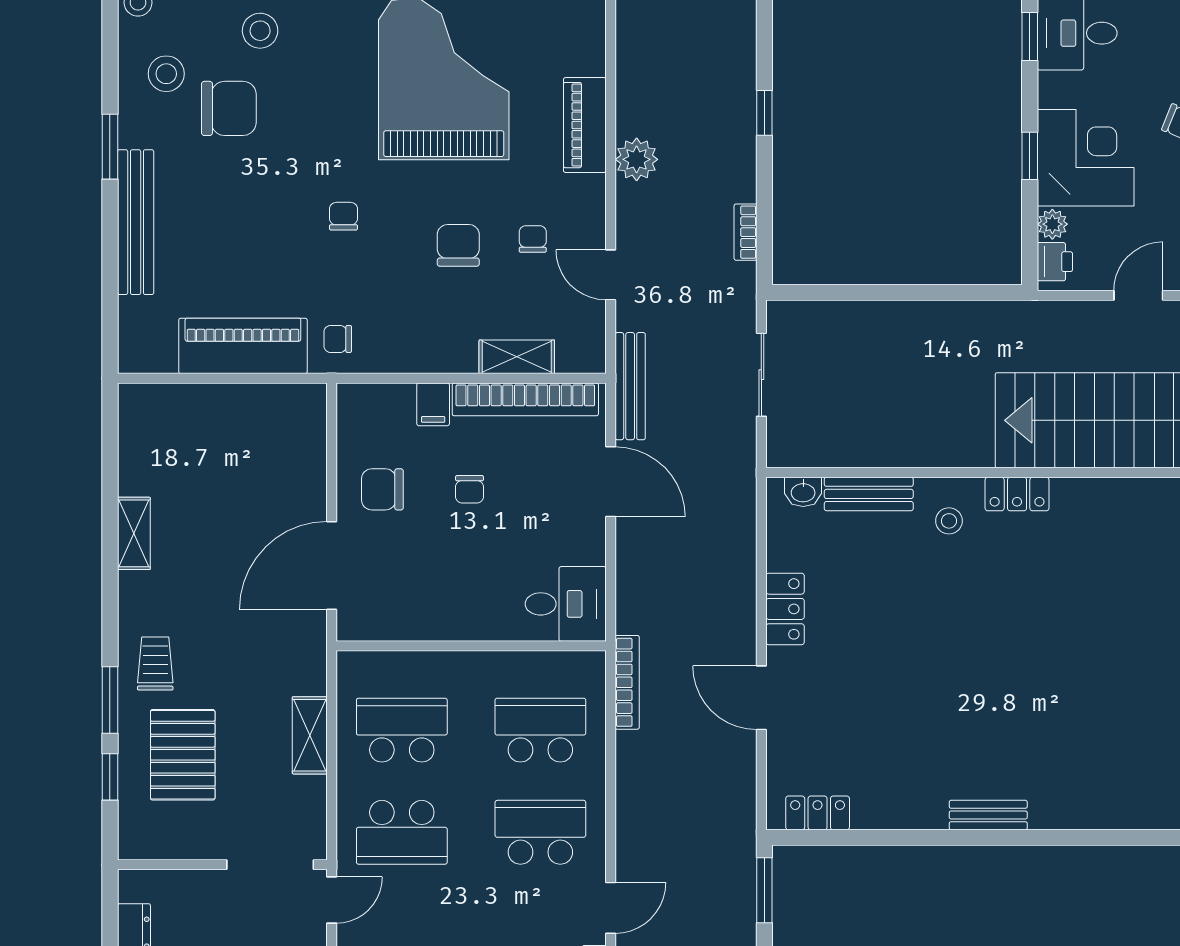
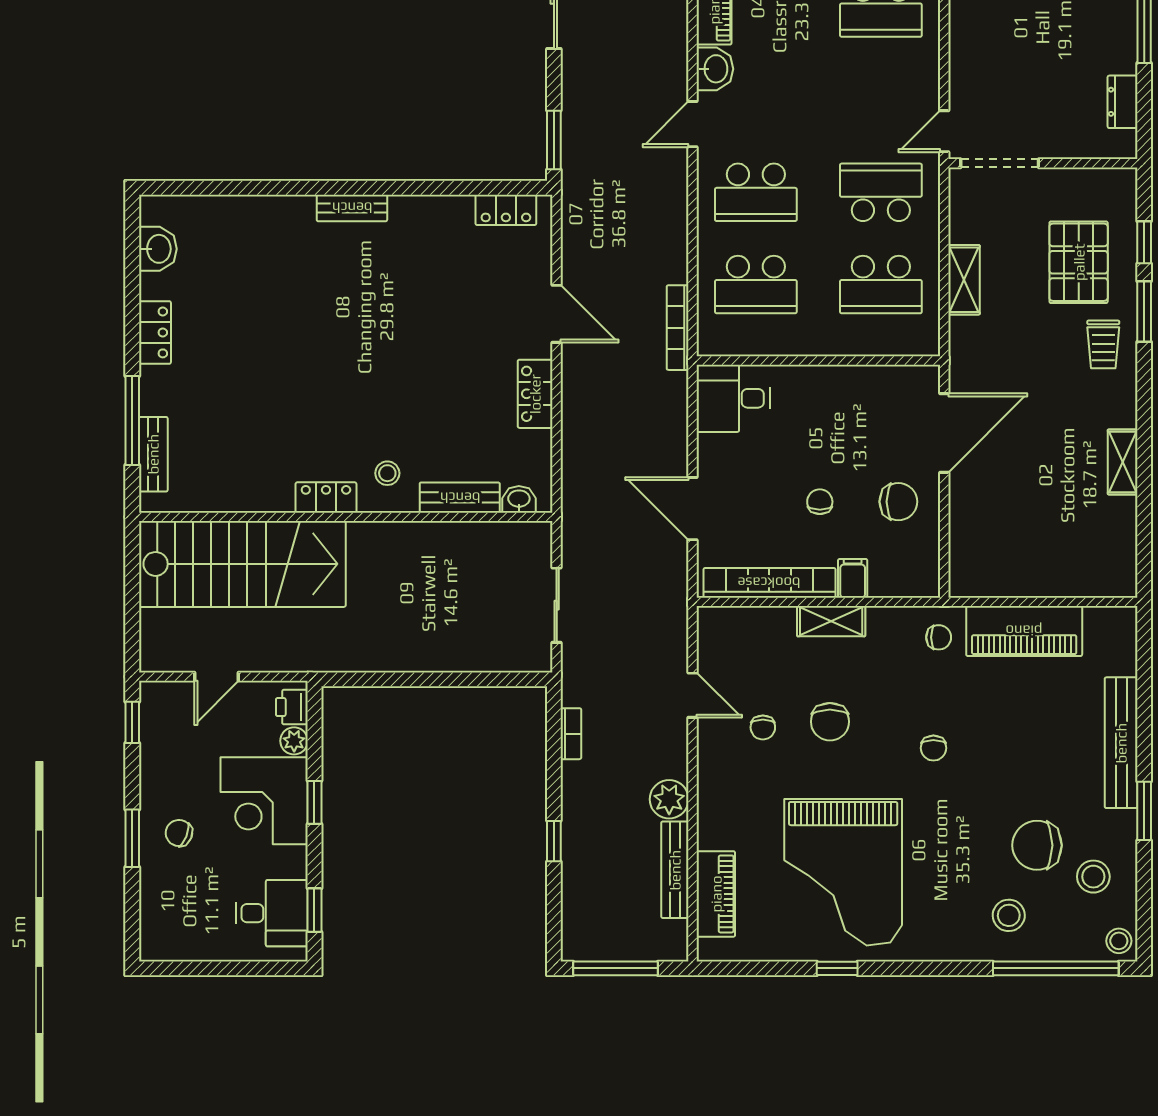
piano: (585, 125) -> (716, 894), moved
shelving: (517, 357) -> (831, 621), moved
bench: (630, 386) -> (675, 870), moved

